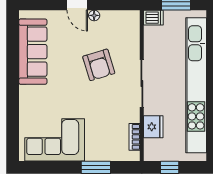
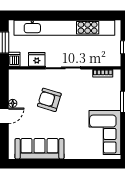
armchair: (99, 65) -> (49, 100), turned -146
fridge: (153, 127) -> (37, 59), moved

